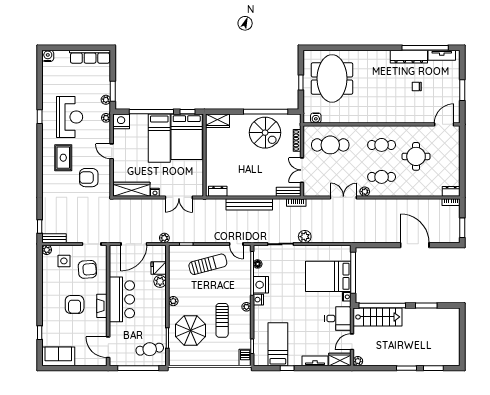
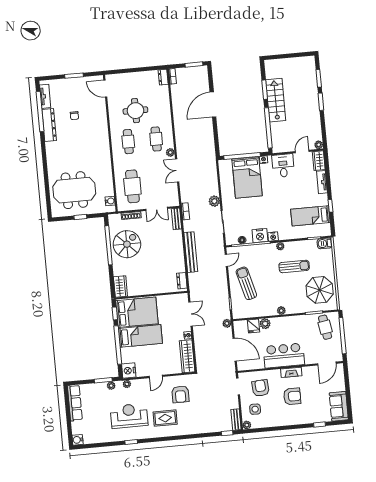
stairs: (377, 317) -> (276, 100), moved
parasol: (191, 330) -> (320, 290), moved
door: (352, 342) -> (302, 151), swing flipped

